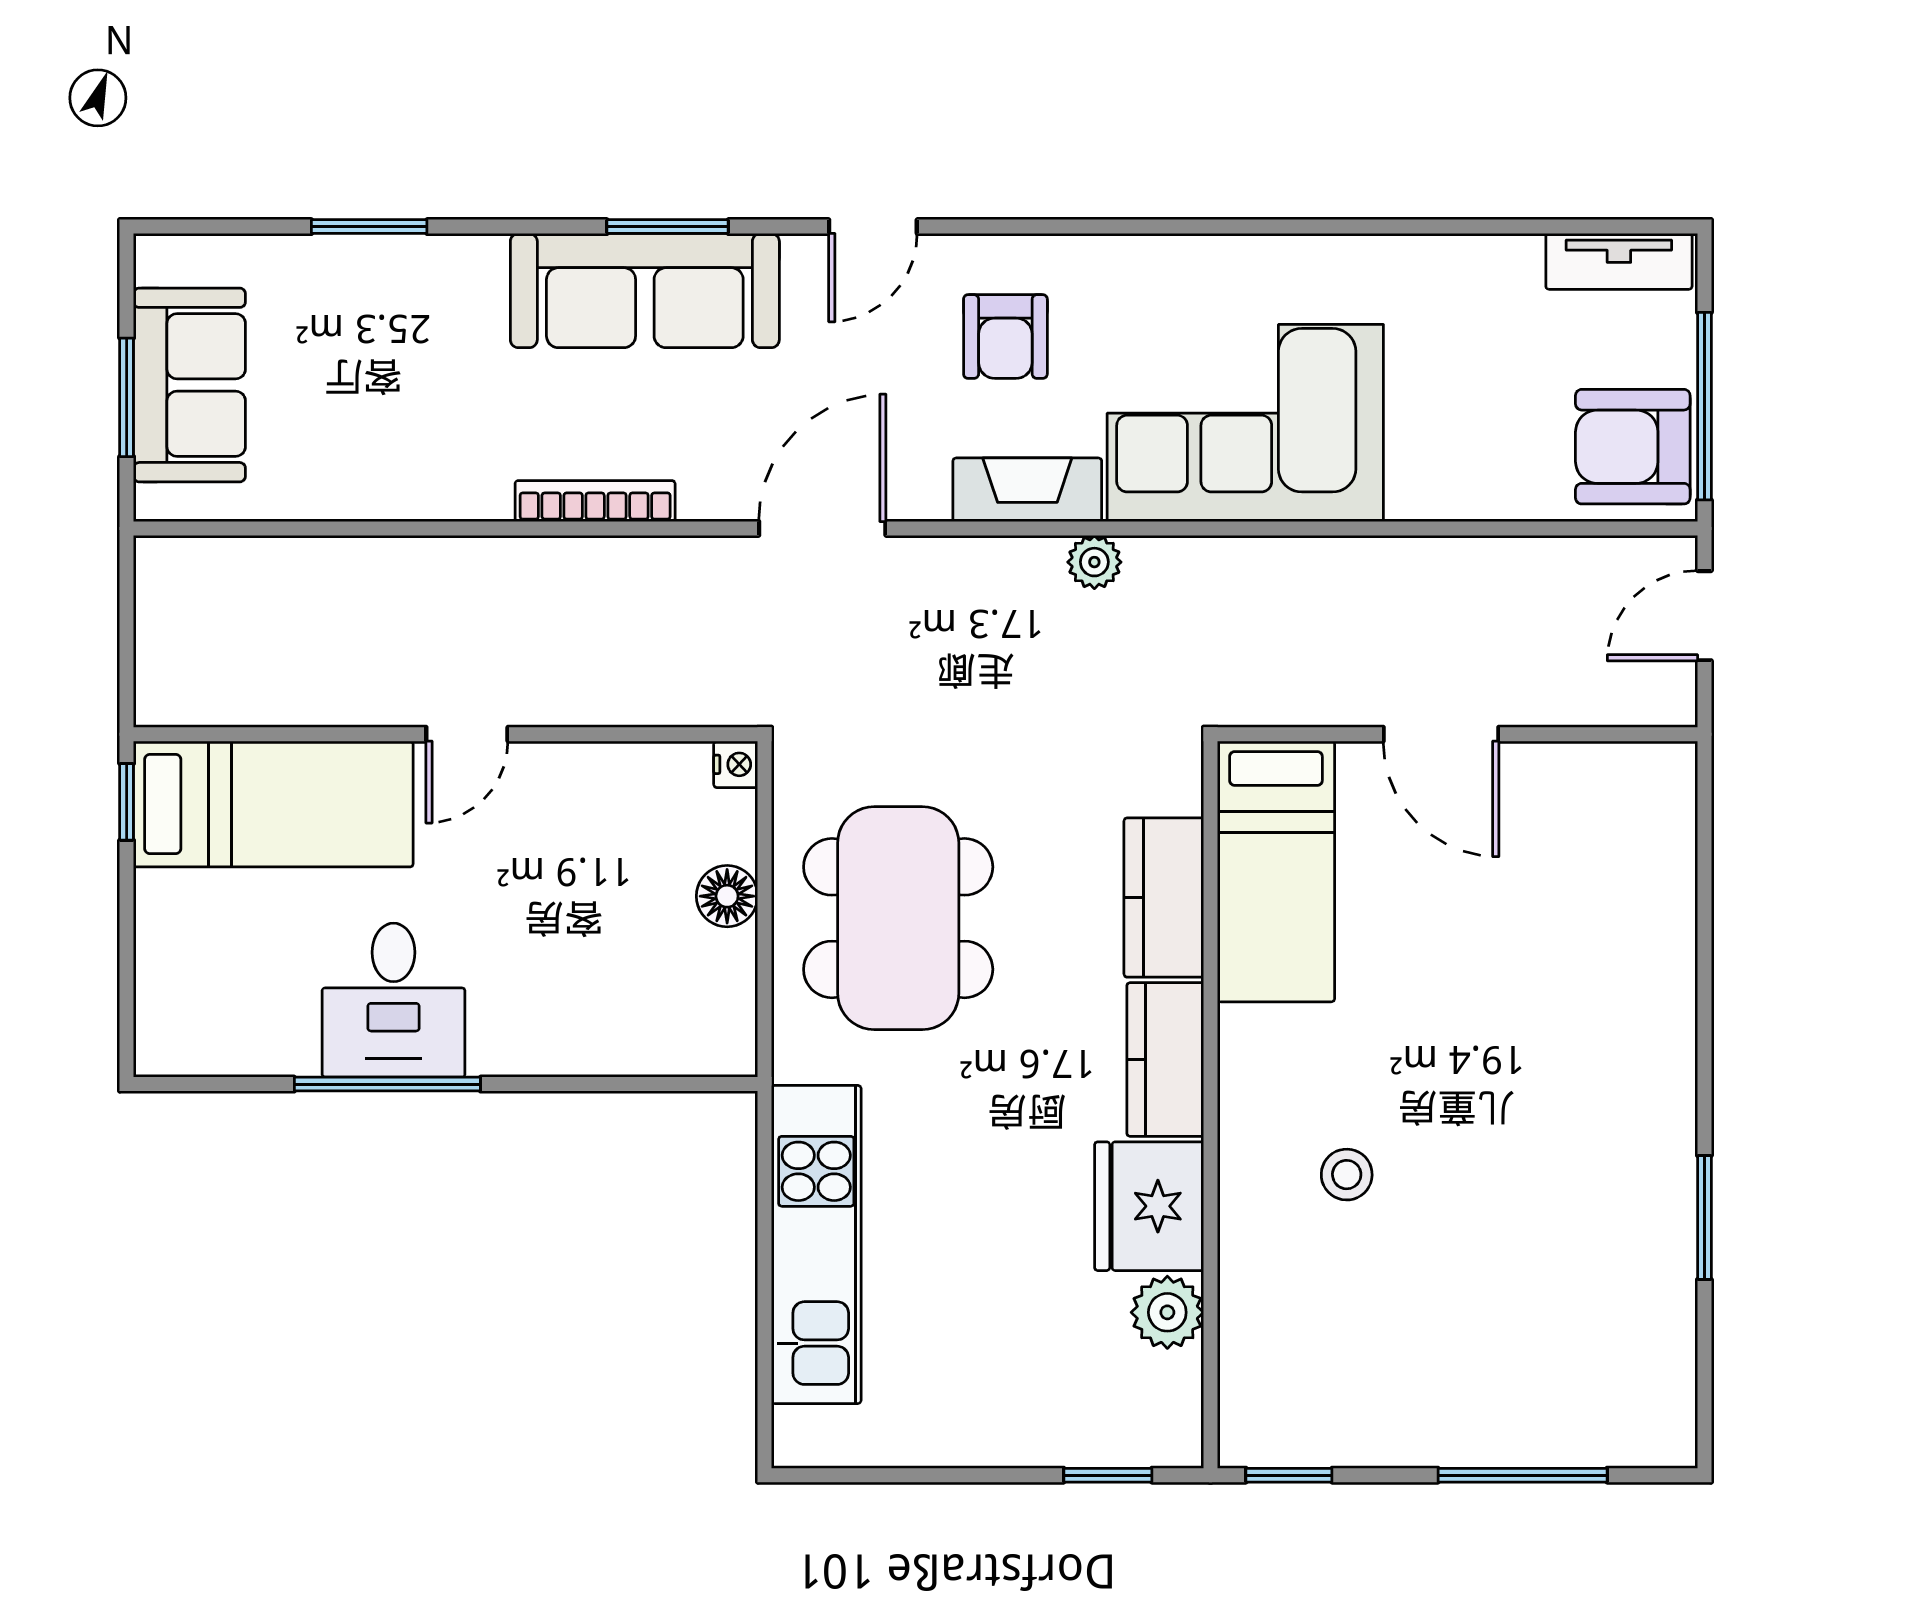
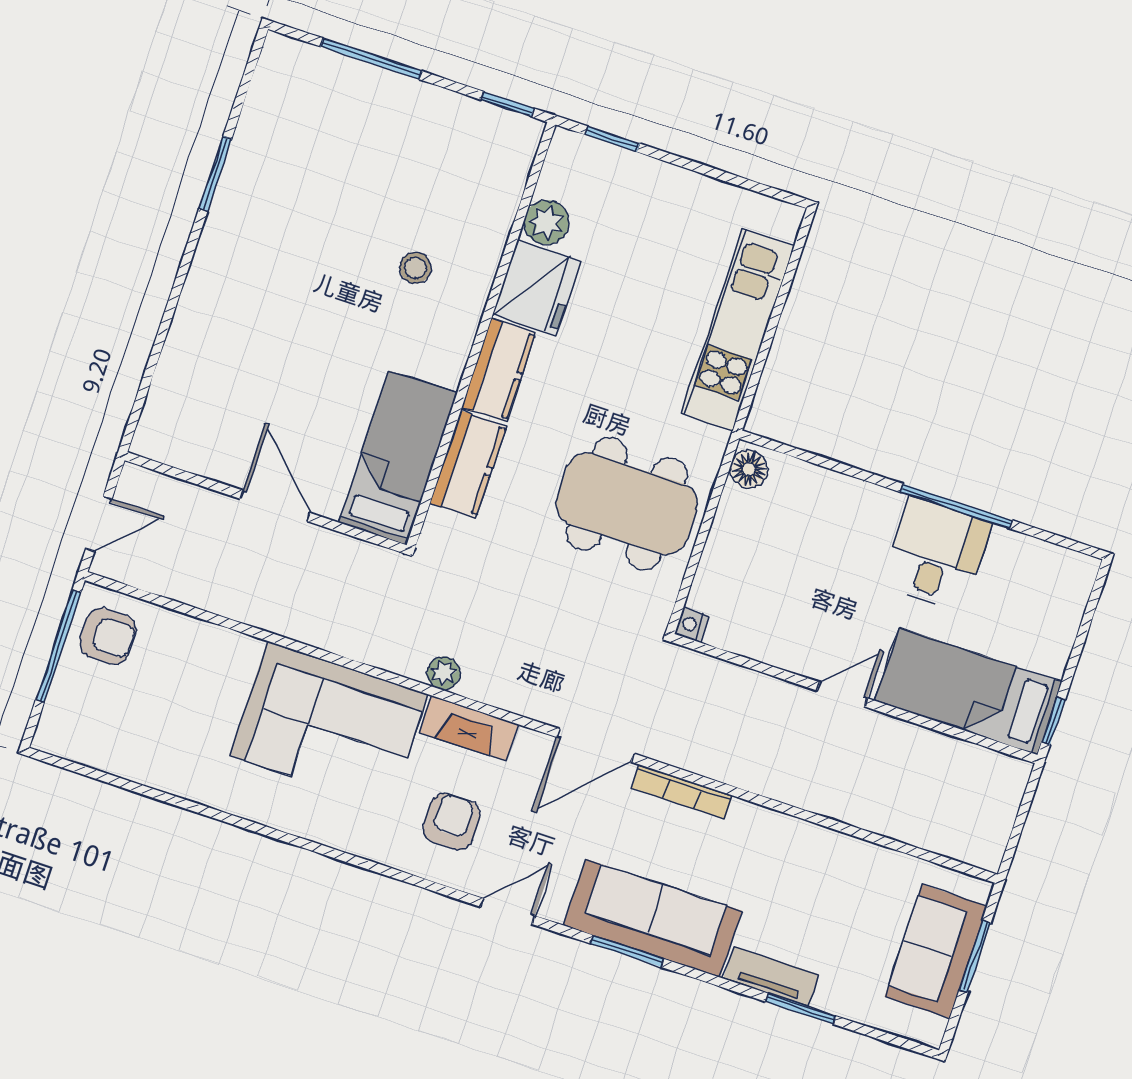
tv unit: (1619, 261) -> (771, 976), moved
armchair: (1633, 447) -> (108, 636), width x0.72, depth x0.72
bookcase: (595, 501) -> (682, 792), moved
floor lamp: (727, 896) -> (749, 469), moved
dining table: (898, 918) -> (627, 504), turned 90

